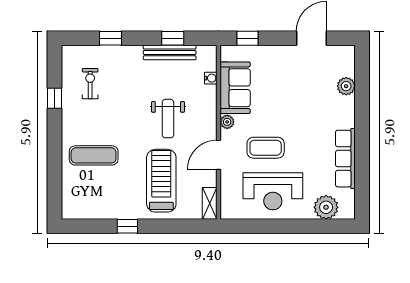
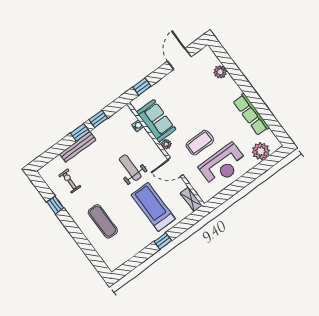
window: (110, 38) -> (80, 132), moved
bench: (170, 52) -> (78, 147), moved
weight bench: (168, 119) -> (130, 168), turned 180
exercise mat: (94, 155) -> (103, 221), turned 90
door: (218, 155) -> (175, 167), hinge flipped
window: (127, 226) -> (163, 241), moved

